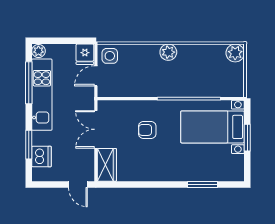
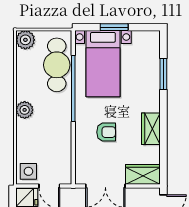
cafe table: (211, 83) -> (57, 65), added
armchair: (147, 130) -> (106, 132), turned -90
wardrobe: (150, 173) -> (151, 129), added

